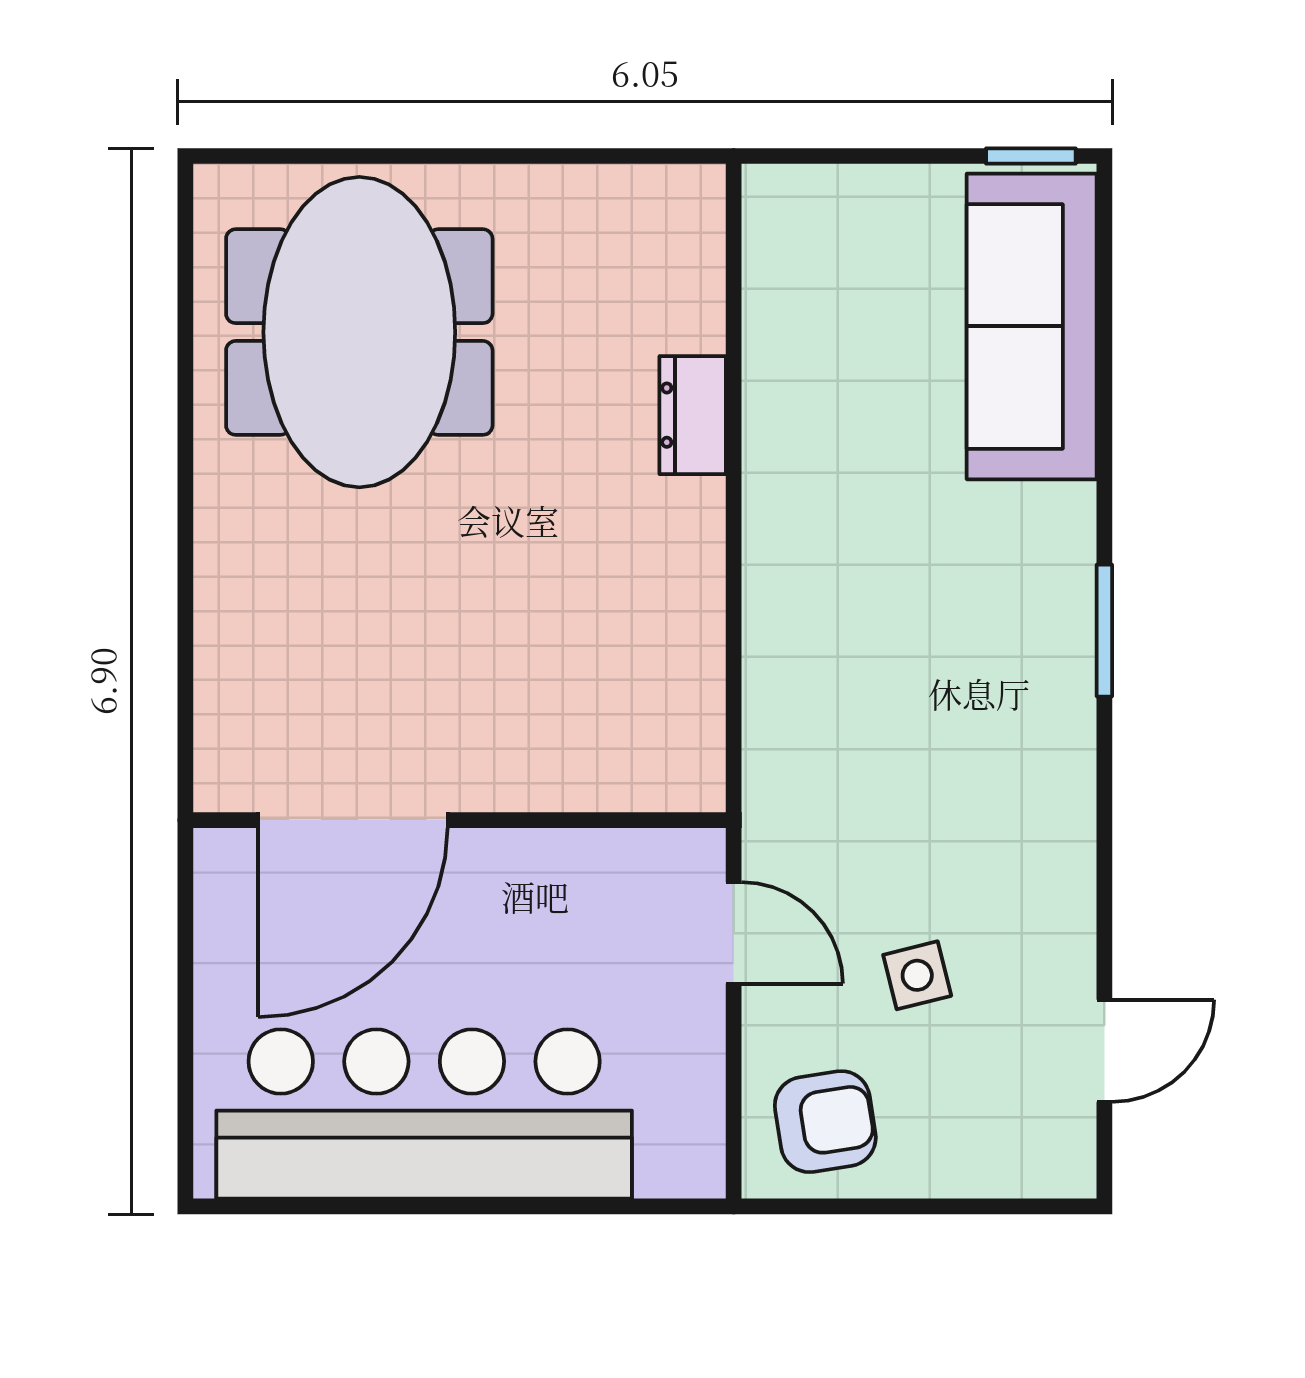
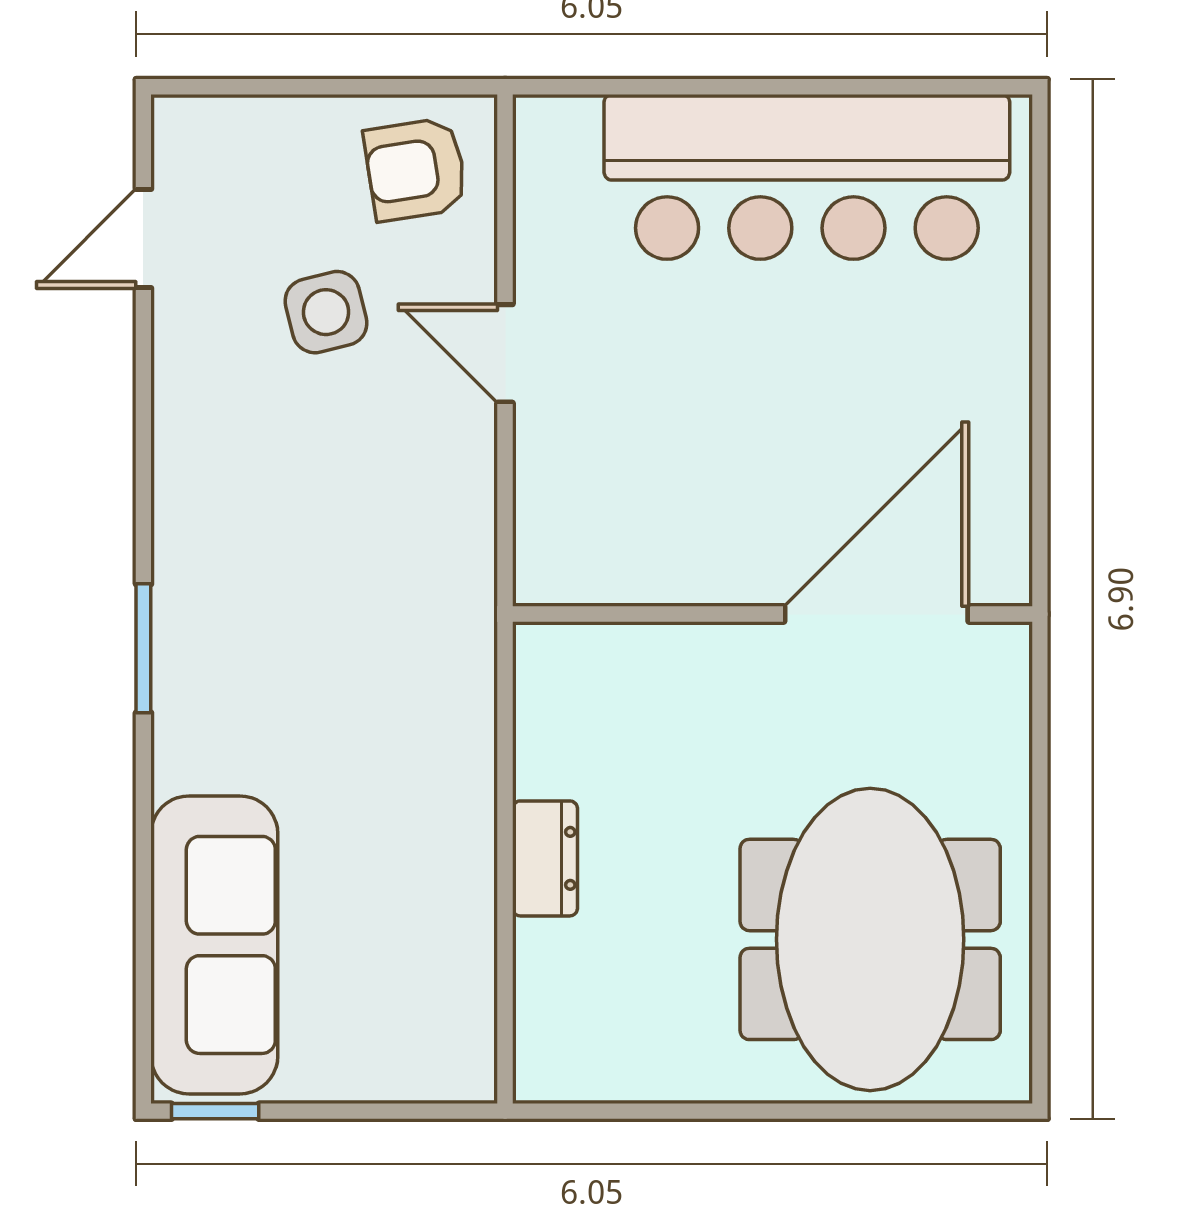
door: (353, 820) -> (876, 614), moved
wall: (459, 820) -> (772, 614), moved
side table: (917, 975) -> (326, 312), width x1.37, depth x1.37

